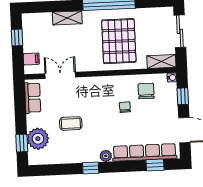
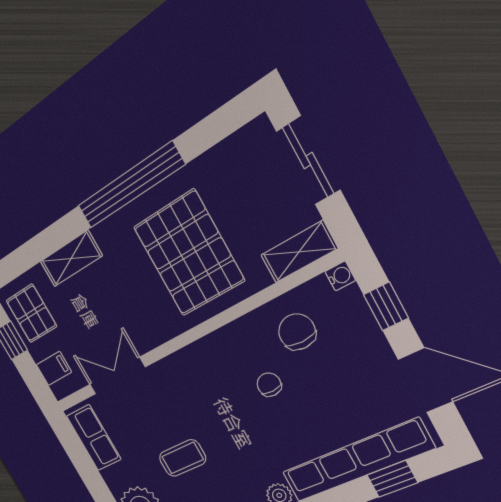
pallet: (35, 31) -> (31, 313), added

